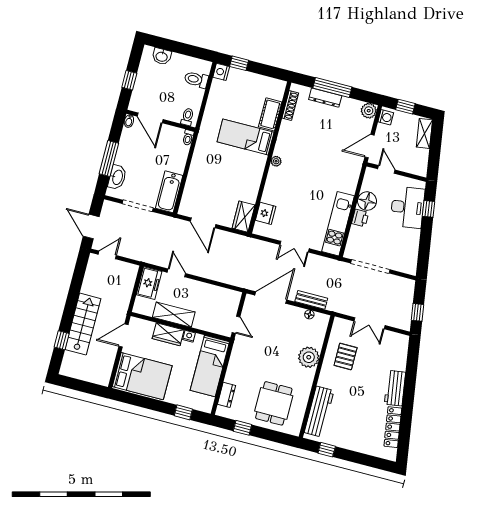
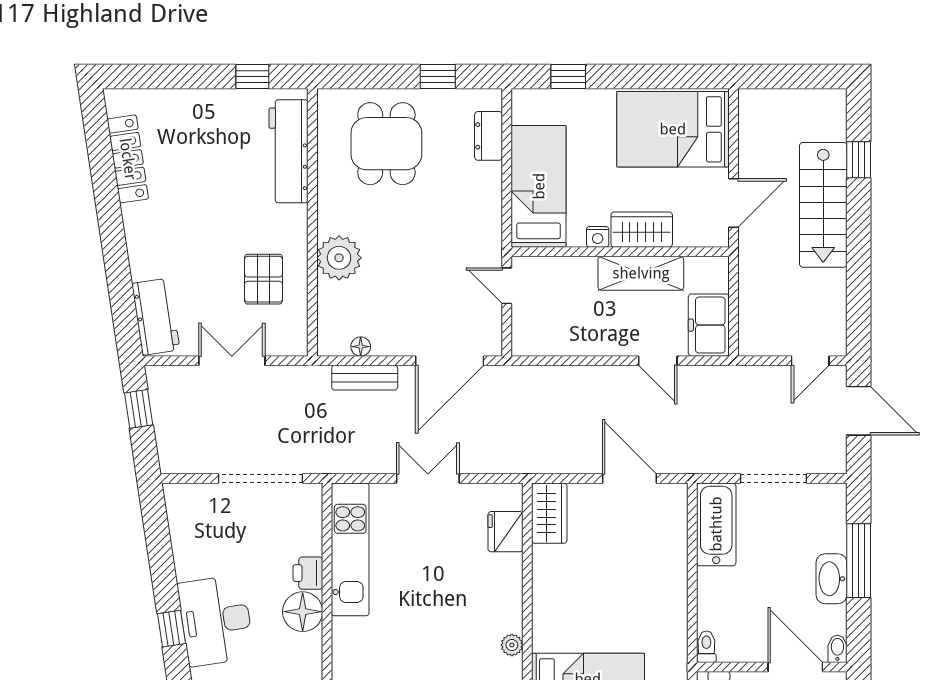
washbasin: (117, 177) -> (831, 579), moved
workbench: (395, 388) -> (156, 317), moved

